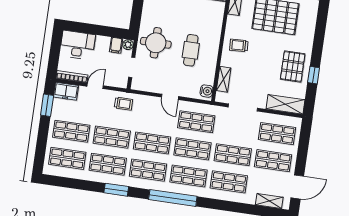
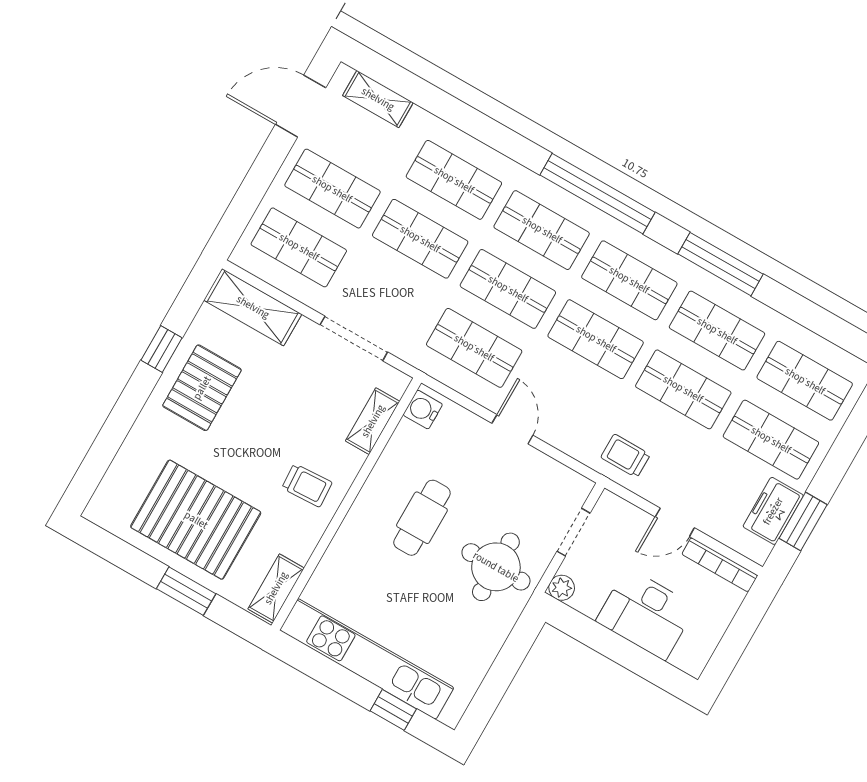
desk: (77, 45) -> (646, 614), moved
filing cabinet: (116, 45) -> (590, 597), removed
freezer: (66, 91) -> (773, 511), moved, turned -90
window: (116, 190) -> (721, 264), width x1.44

